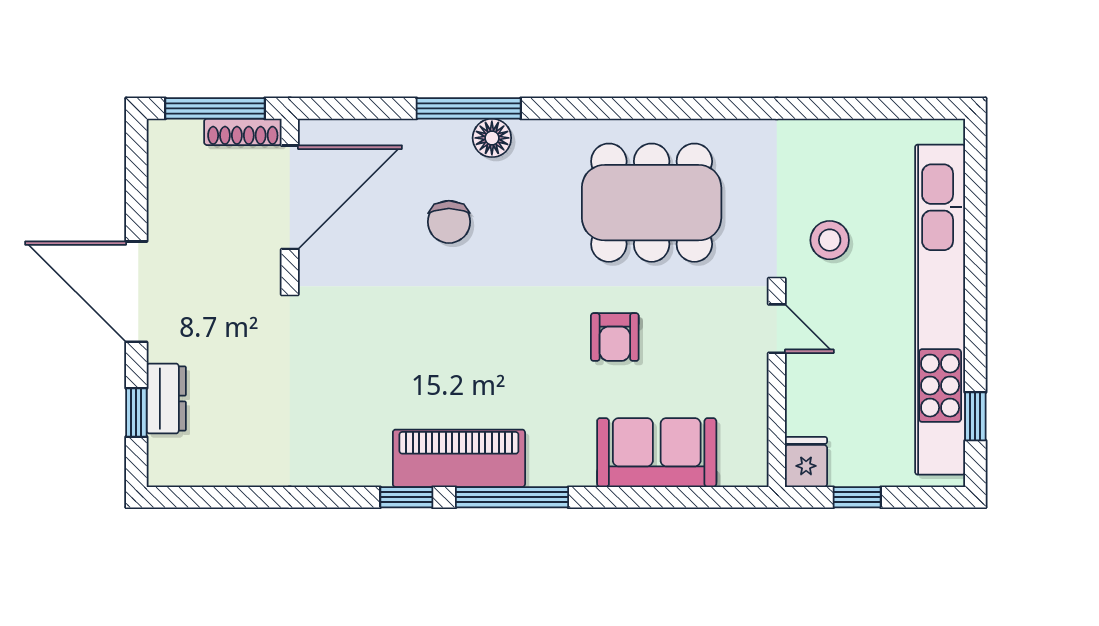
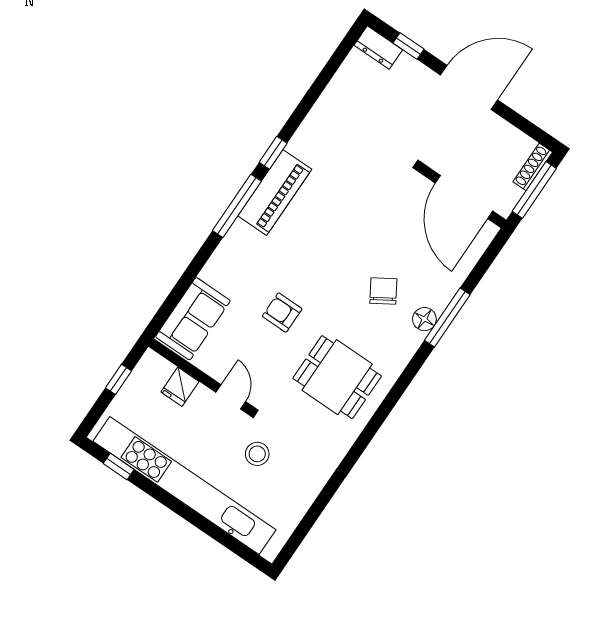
shoe rack: (243, 132) -> (533, 167), moved
dining table: (652, 203) -> (337, 377), width x0.73
chair: (449, 222) -> (383, 291), moved, turned 58
door: (777, 329) -> (231, 397), swing flipped
dresser: (166, 399) -> (378, 47), moved
sofa: (657, 453) -> (193, 319), moved
fridge: (806, 462) -> (180, 387), moved, turned 90

